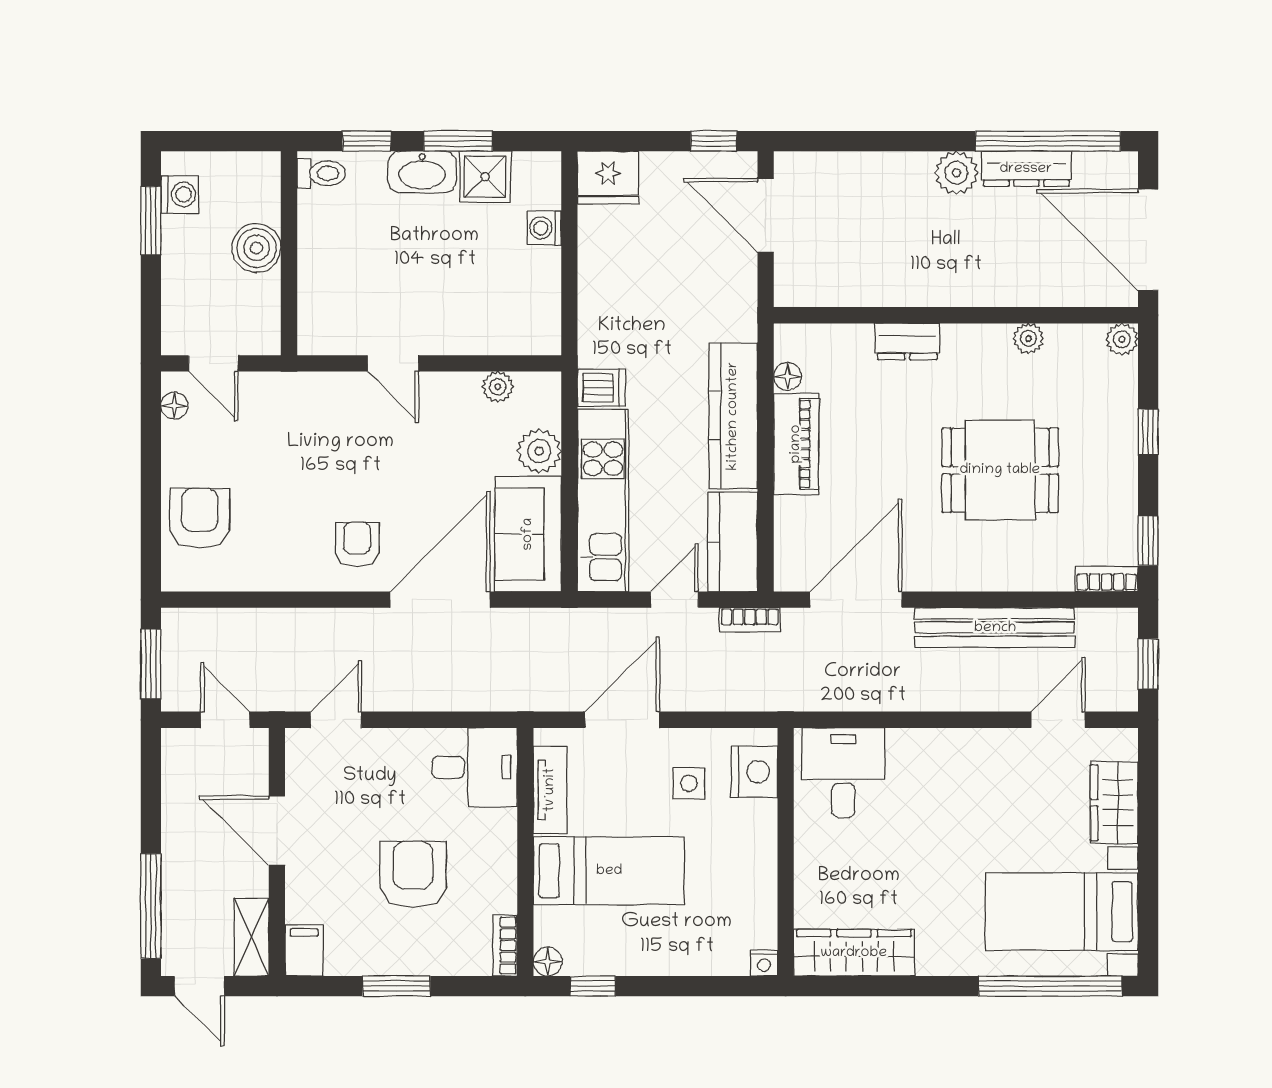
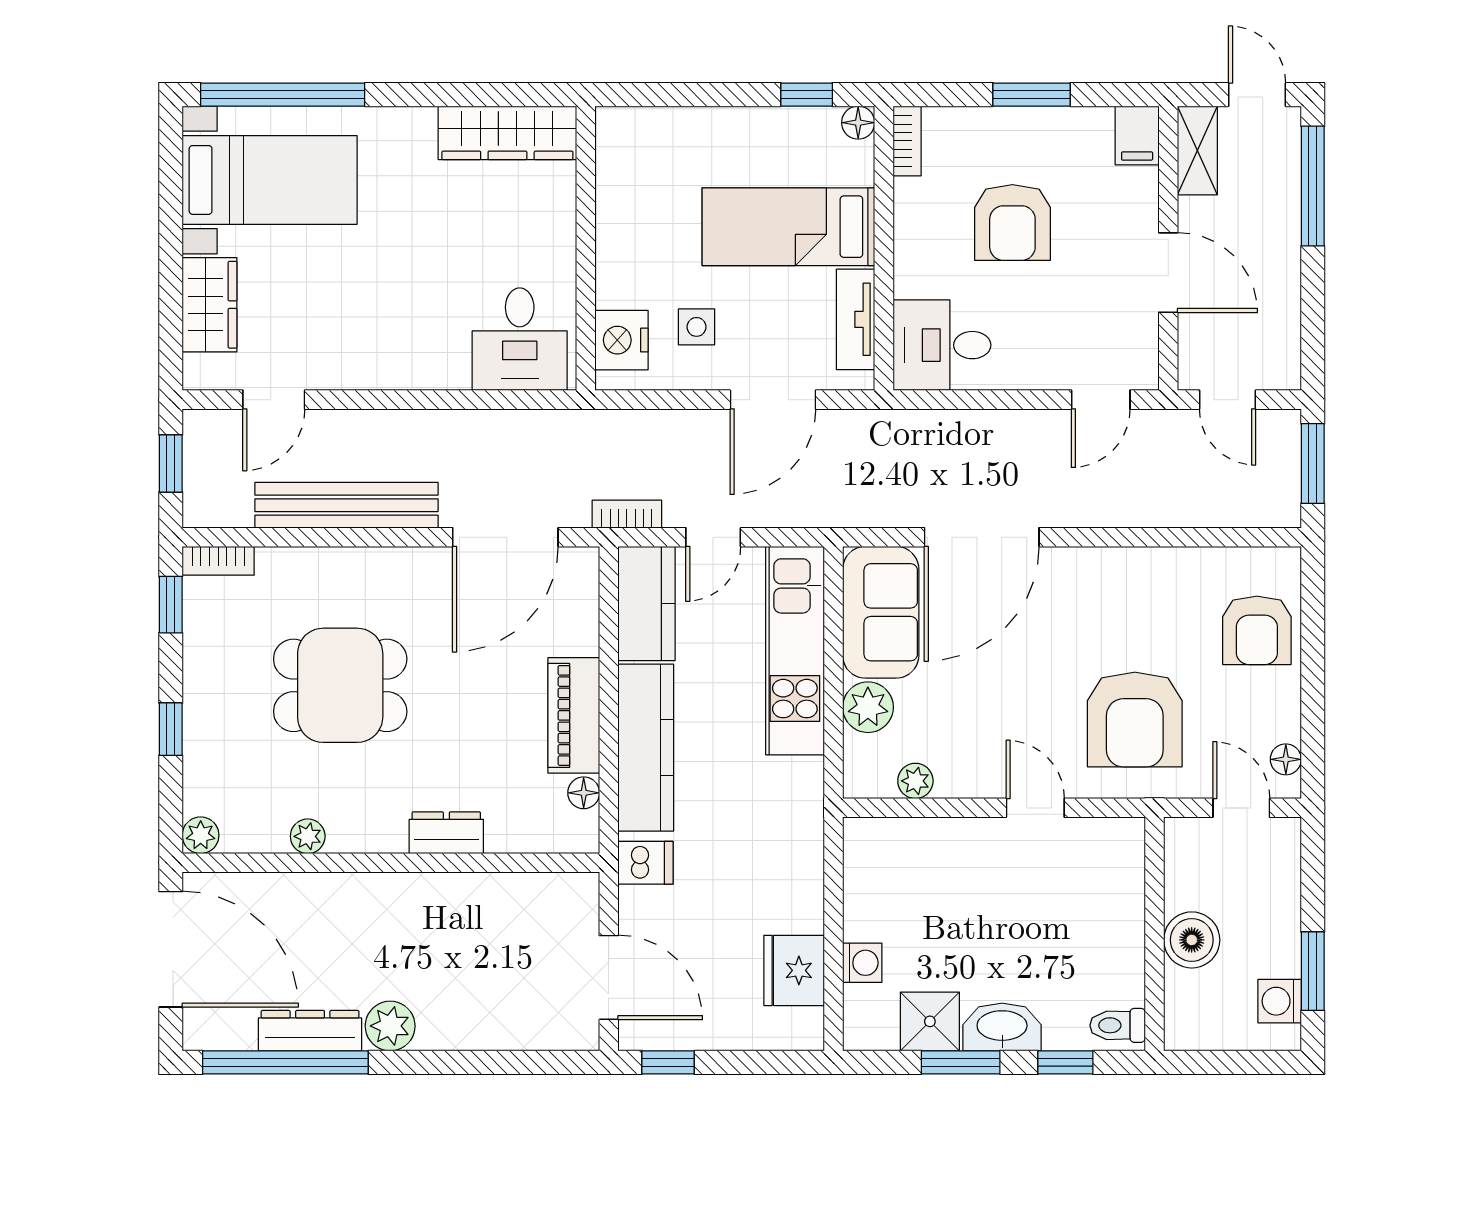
fridge: (608, 177) -> (794, 970), moved, turned -90
dishwasher: (601, 388) -> (645, 863), moved, turned 180
armchair: (357, 544) -> (1135, 720), moved, width x1.88, depth x1.88
nightstand: (764, 963) -> (611, 121), removed

